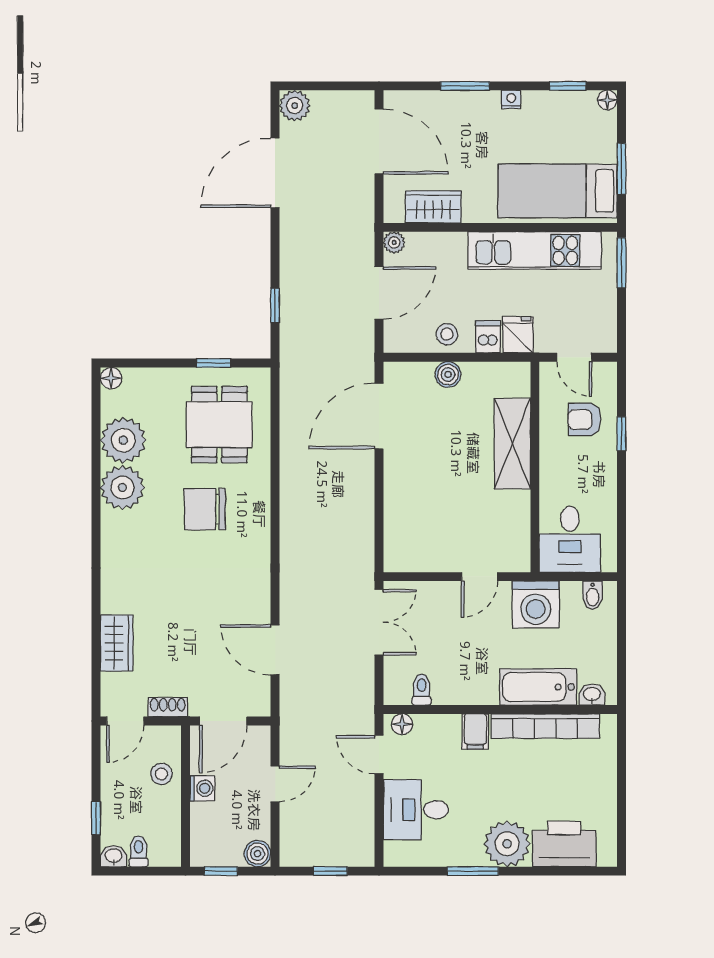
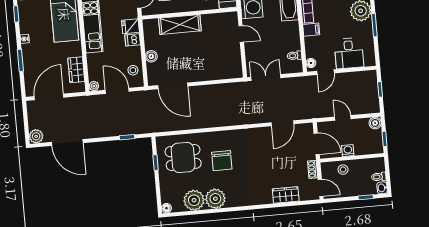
stool: (447, 334) -> (133, 70), moved

